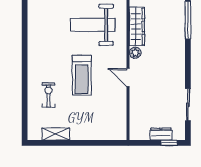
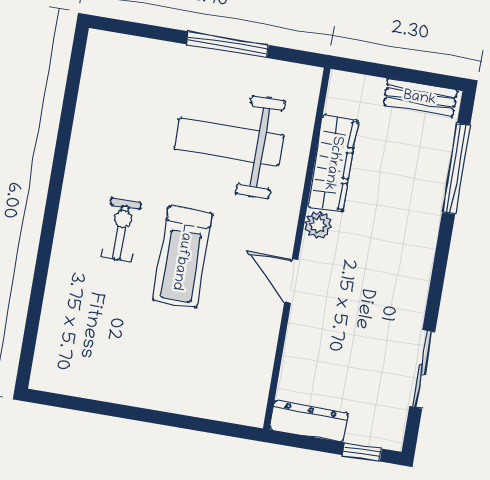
exercise bike: (48, 95) -> (121, 229), moved
shelving: (56, 134) -> (98, 385), removed
dresser: (161, 134) -> (309, 421), moved, width x1.44

